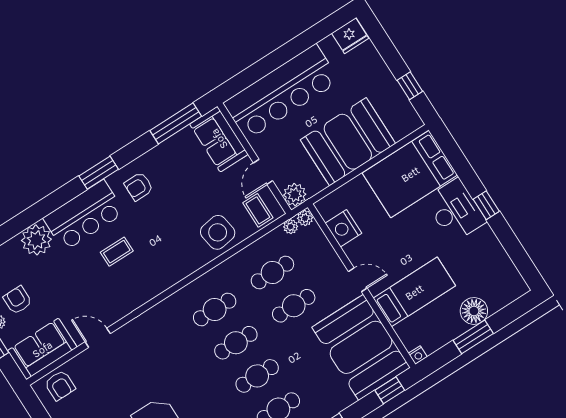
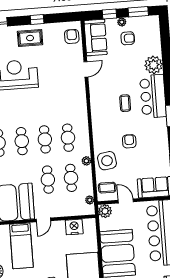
armchair: (139, 186) -> (129, 141), moved
plant: (305, 218) -> (86, 161), moved
armchair: (60, 385) -> (72, 36), turned 90

